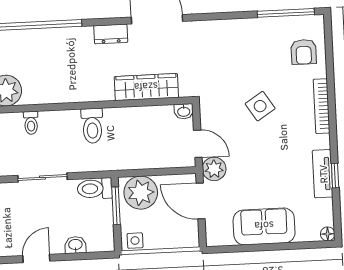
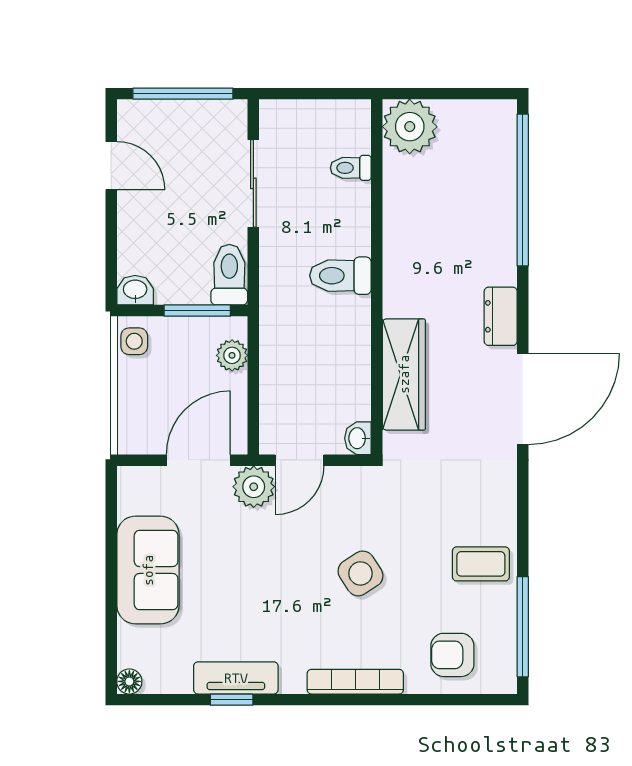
coffee table: (251, 38) -> (481, 564), added
plant: (141, 193) -> (232, 355), width x0.53, depth x0.53
washbasin: (75, 245) -> (135, 290), moved, turned -90

